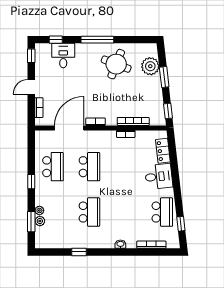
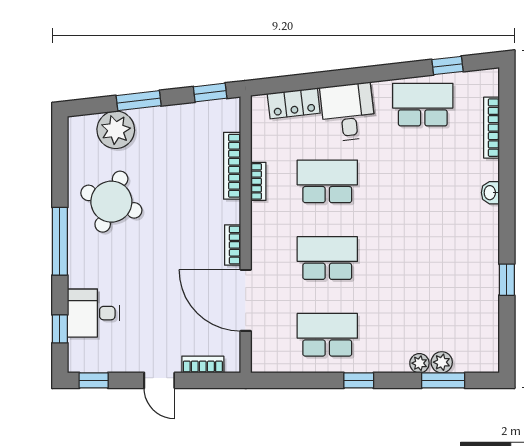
school desk: (89, 212) -> (327, 181), moved

